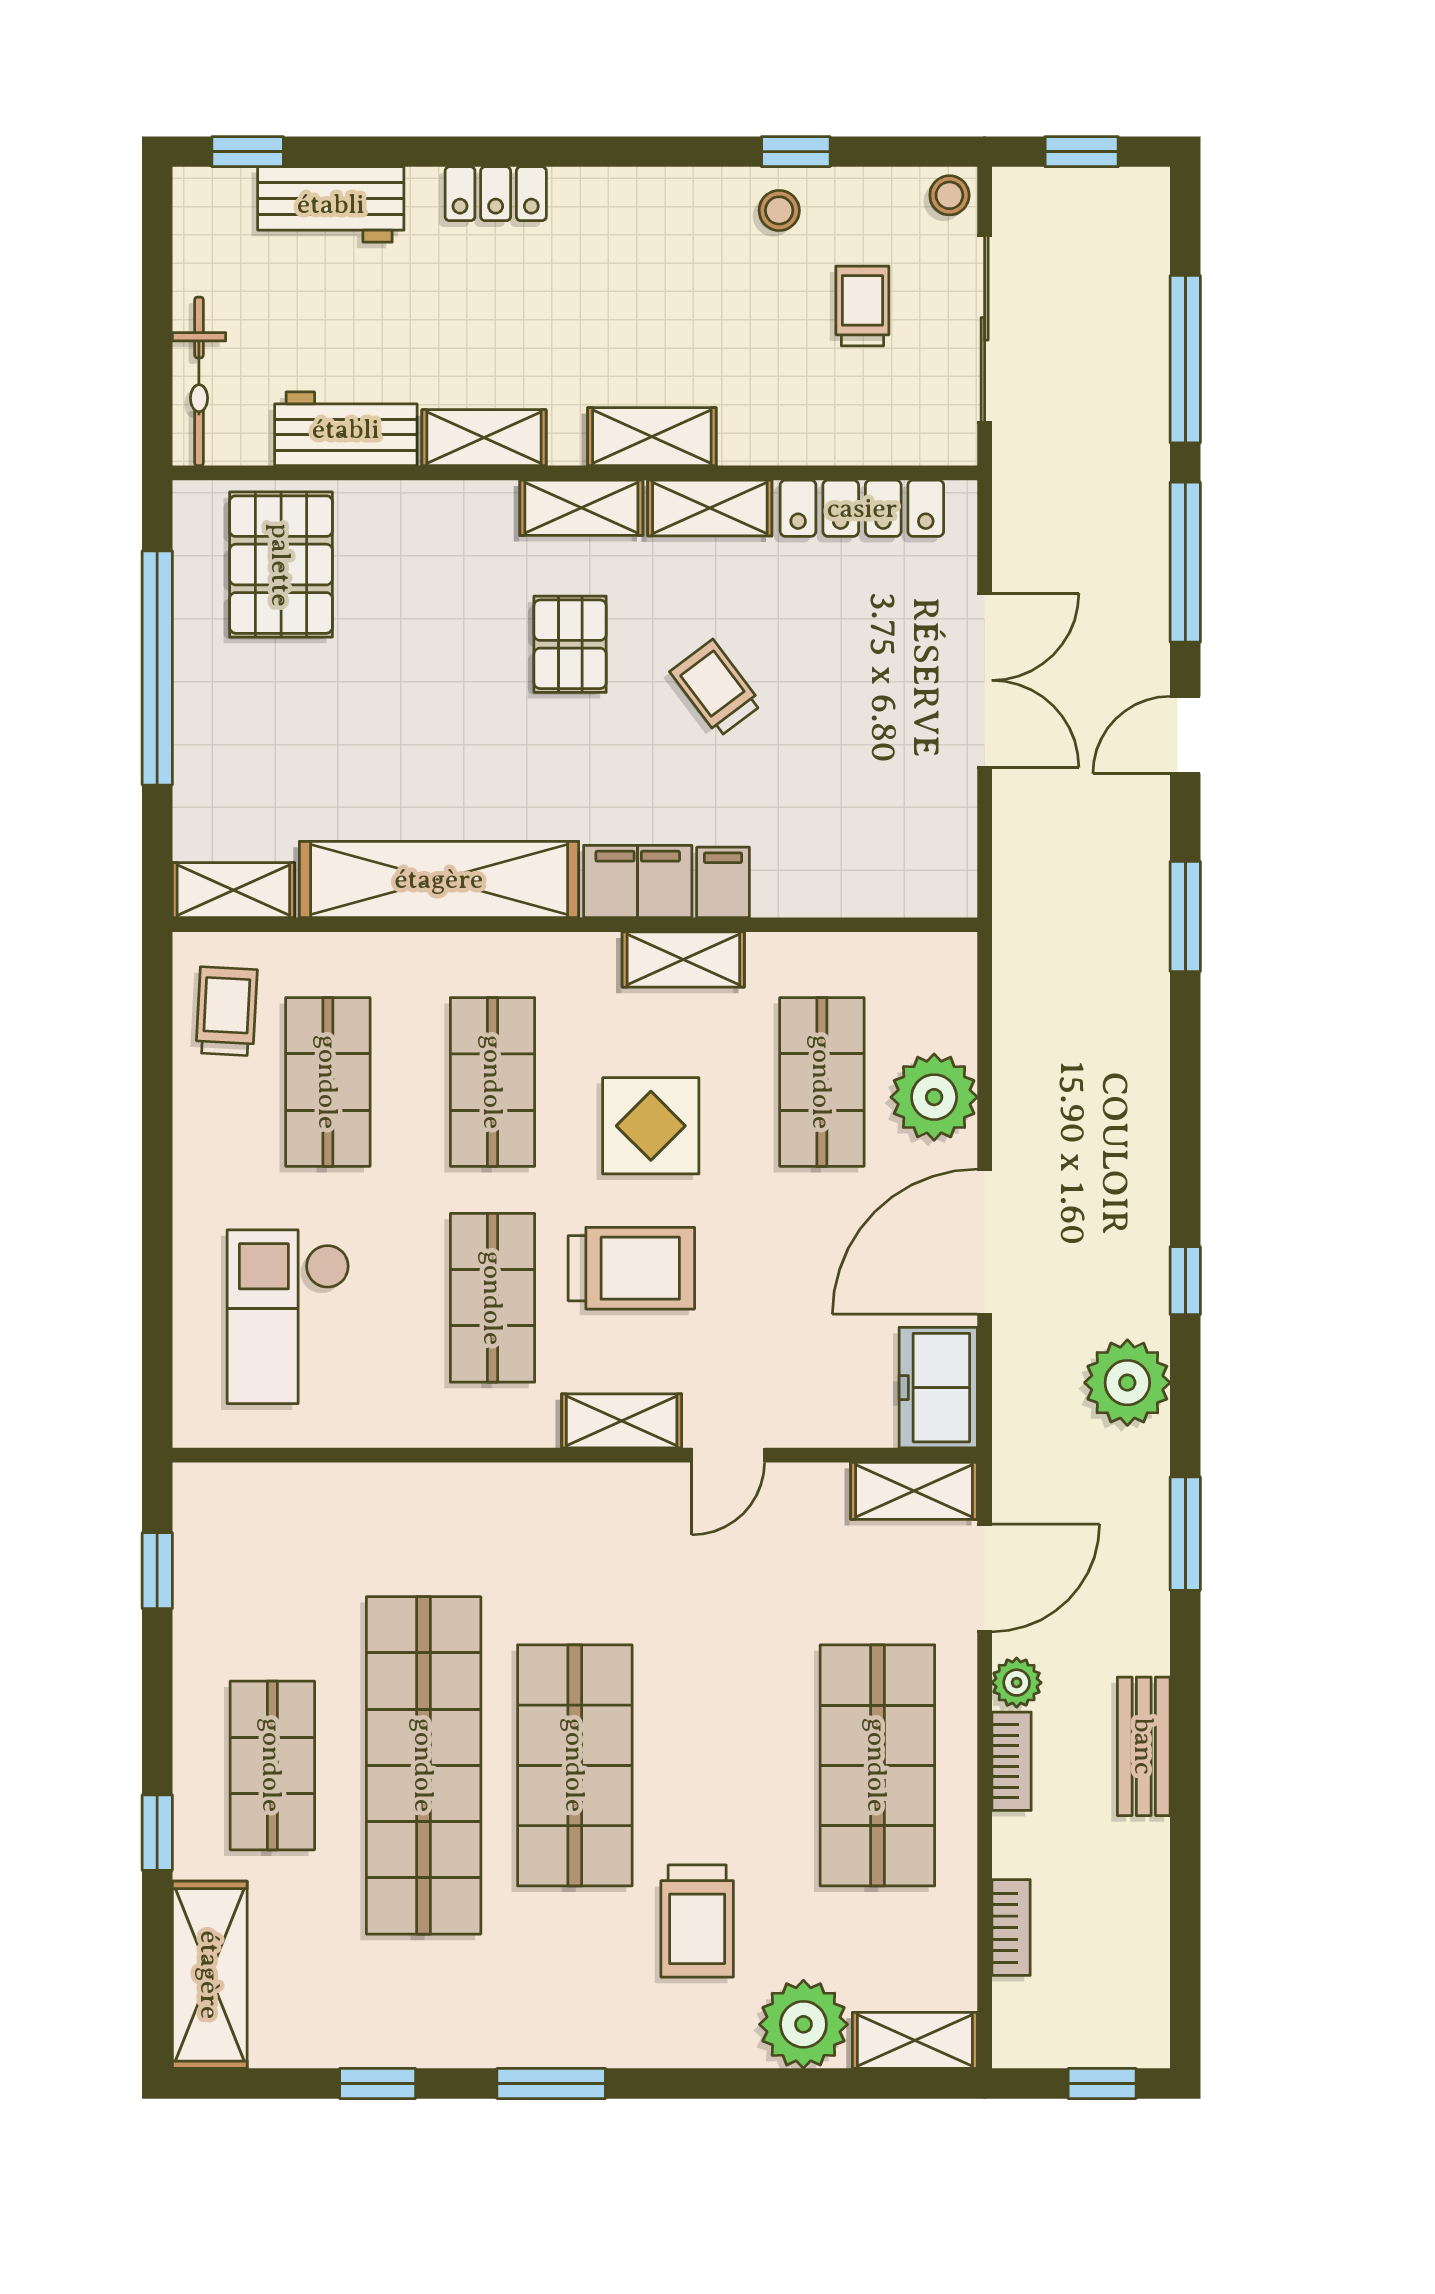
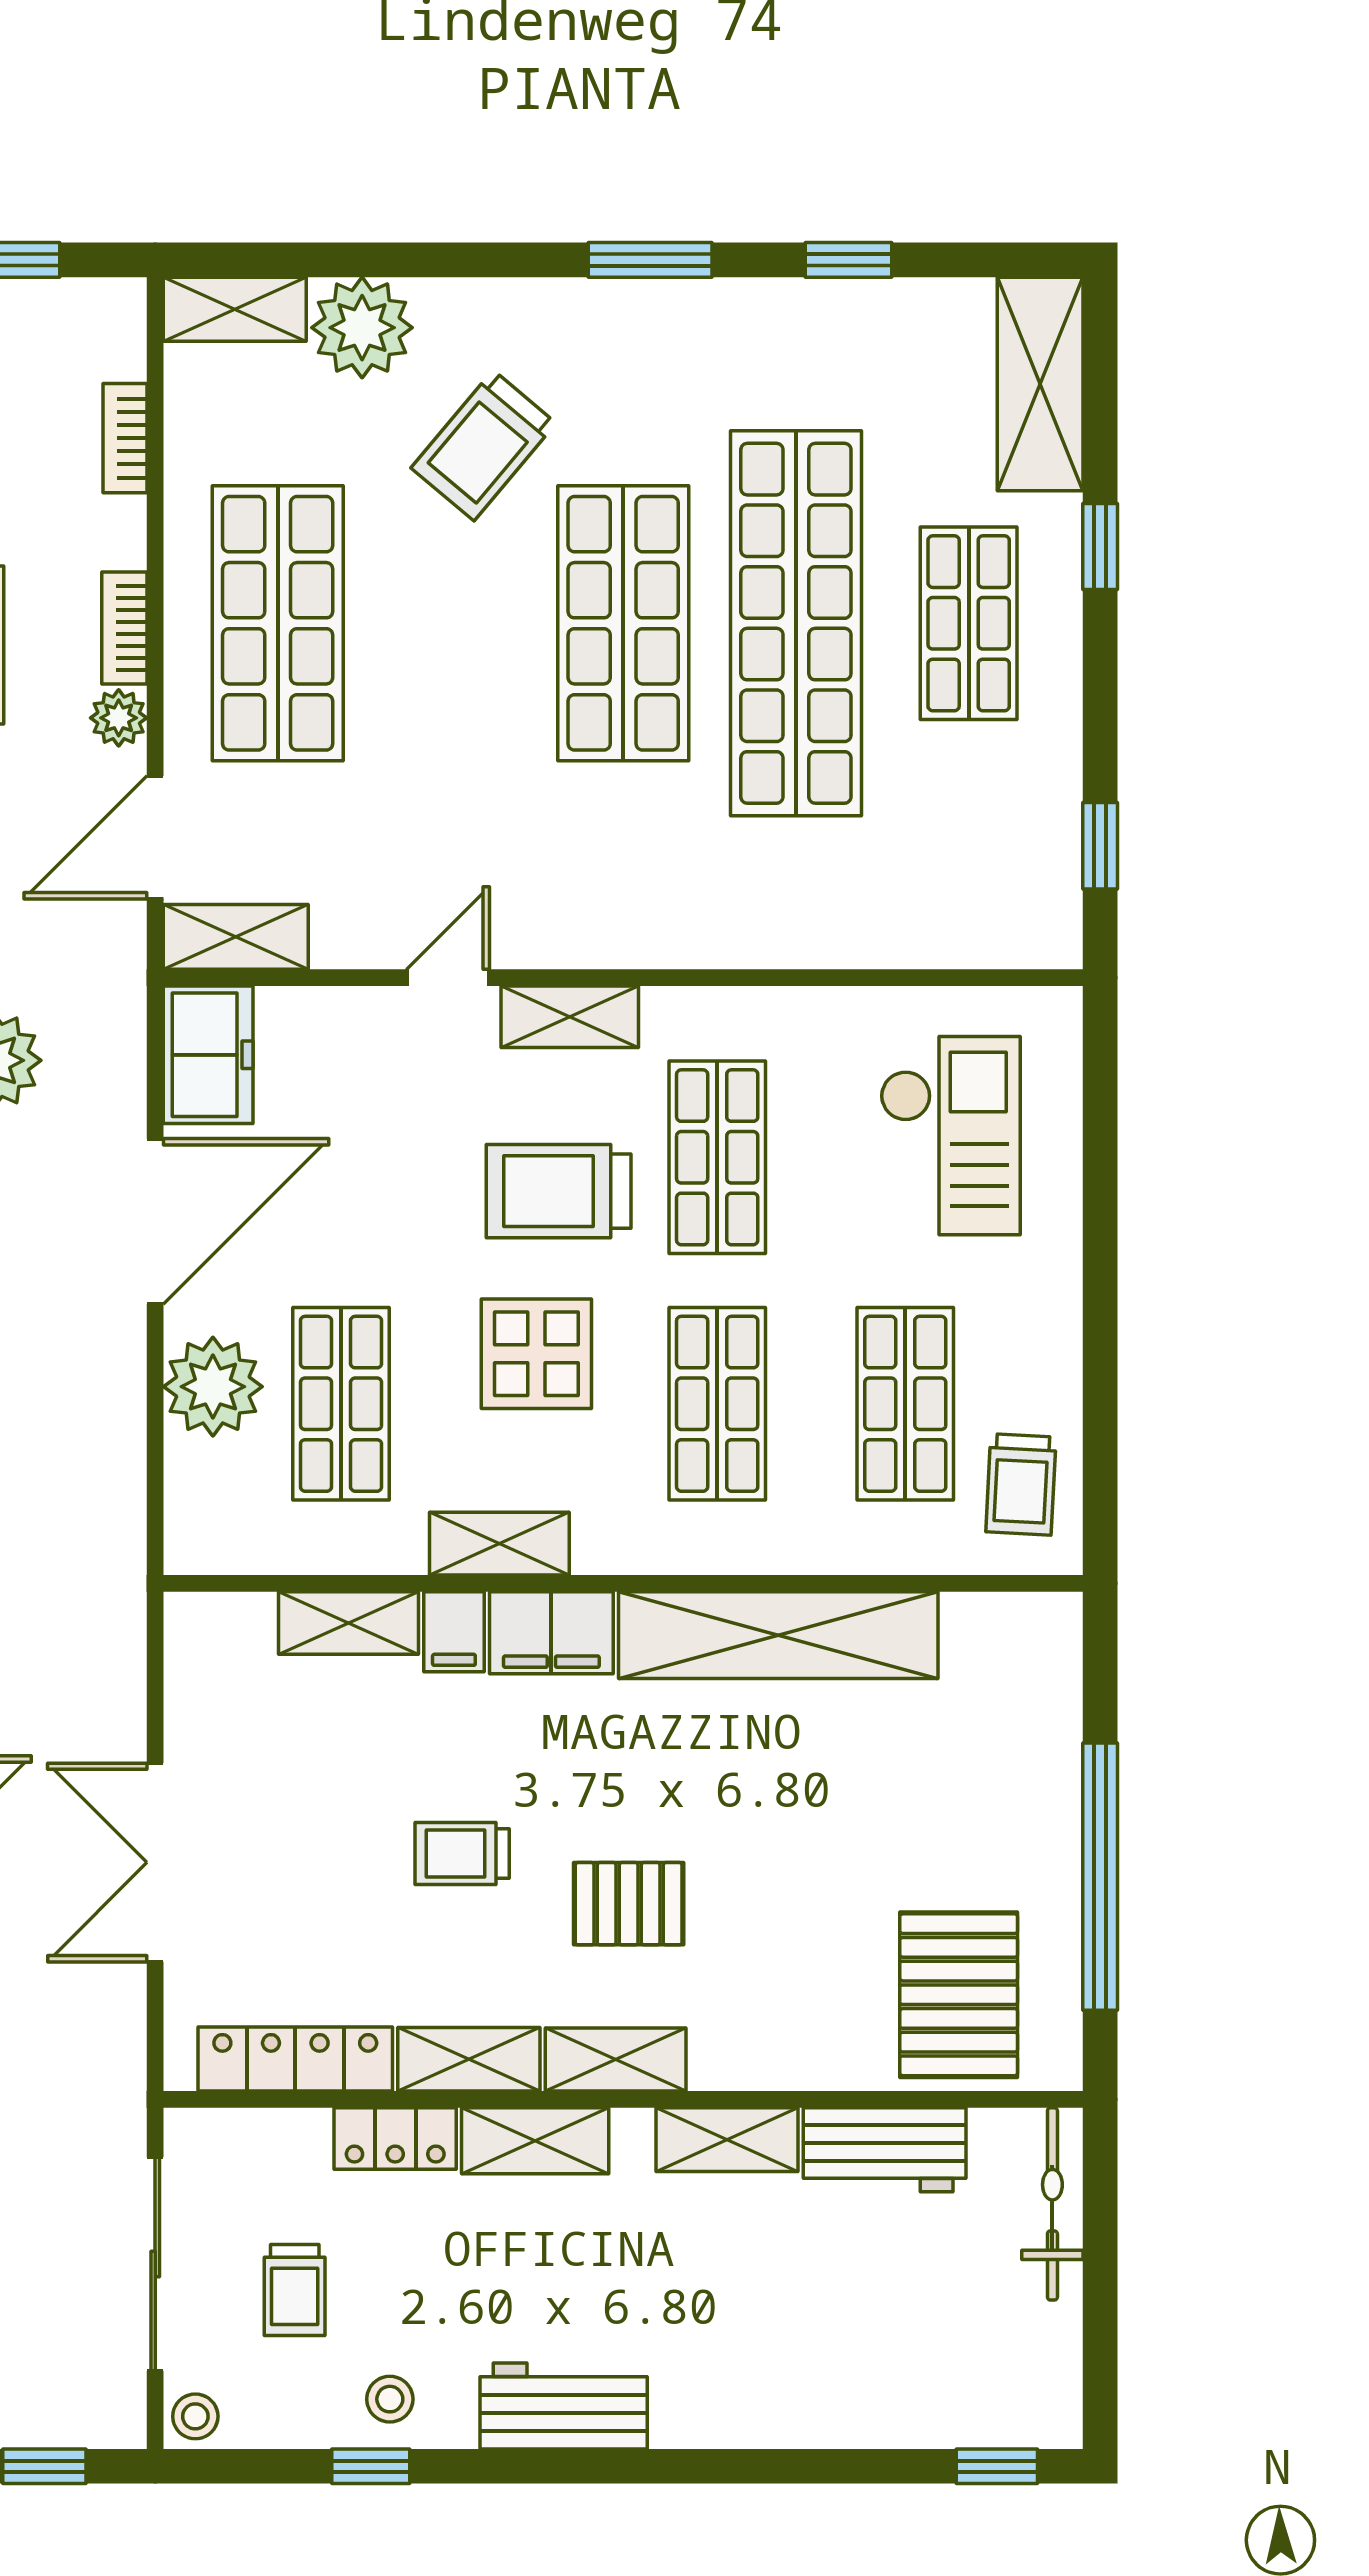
locker: (496, 194) -> (395, 2139), moved, turned 180
workbench: (331, 204) -> (564, 2406), moved
pallet: (570, 644) -> (629, 1904), turned 90
trolley: (716, 688) -> (462, 1854), turned 127
shelving: (233, 890) -> (349, 1623), moved
trolley: (697, 1921) -> (483, 446), turned -140

